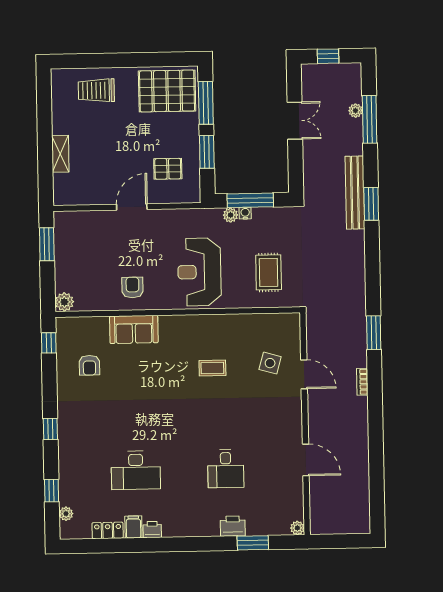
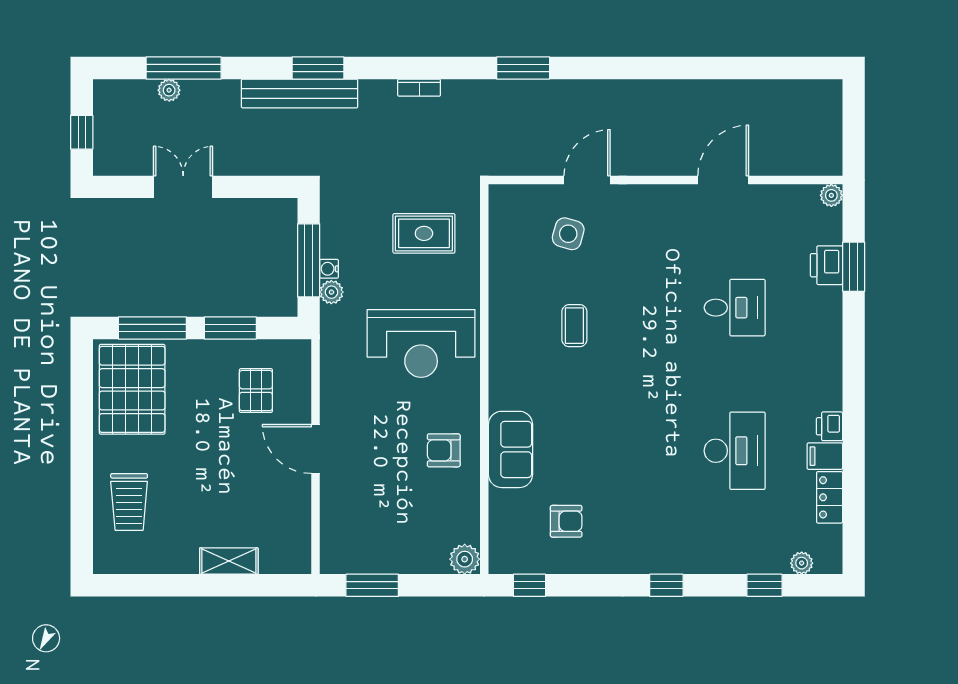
bookcase: (362, 382) -> (419, 88), moved
printer: (233, 526) -> (826, 265), moved

